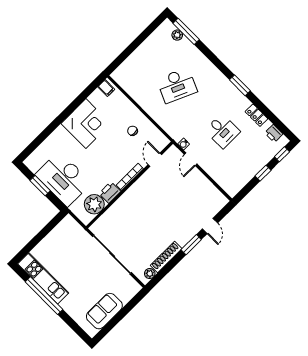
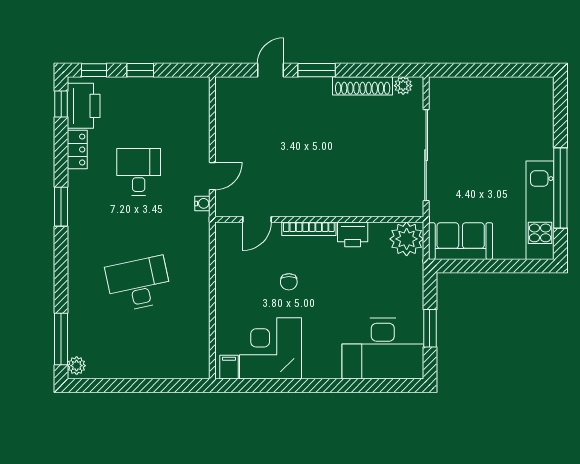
plant: (177, 35) -> (77, 366), moved
desk: (177, 85) -> (139, 284), turned -36
corner desk: (86, 124) -> (271, 348), moved
window: (282, 127) -> (61, 104), added
chair: (133, 131) -> (289, 282), moved
printer: (274, 133) -> (84, 106), width x1.87, depth x1.48
desk: (63, 179) -> (383, 349), moved, turned 90
plant: (94, 204) -> (407, 239), moved
sofa: (104, 311) -> (461, 241), moved, turned 180

